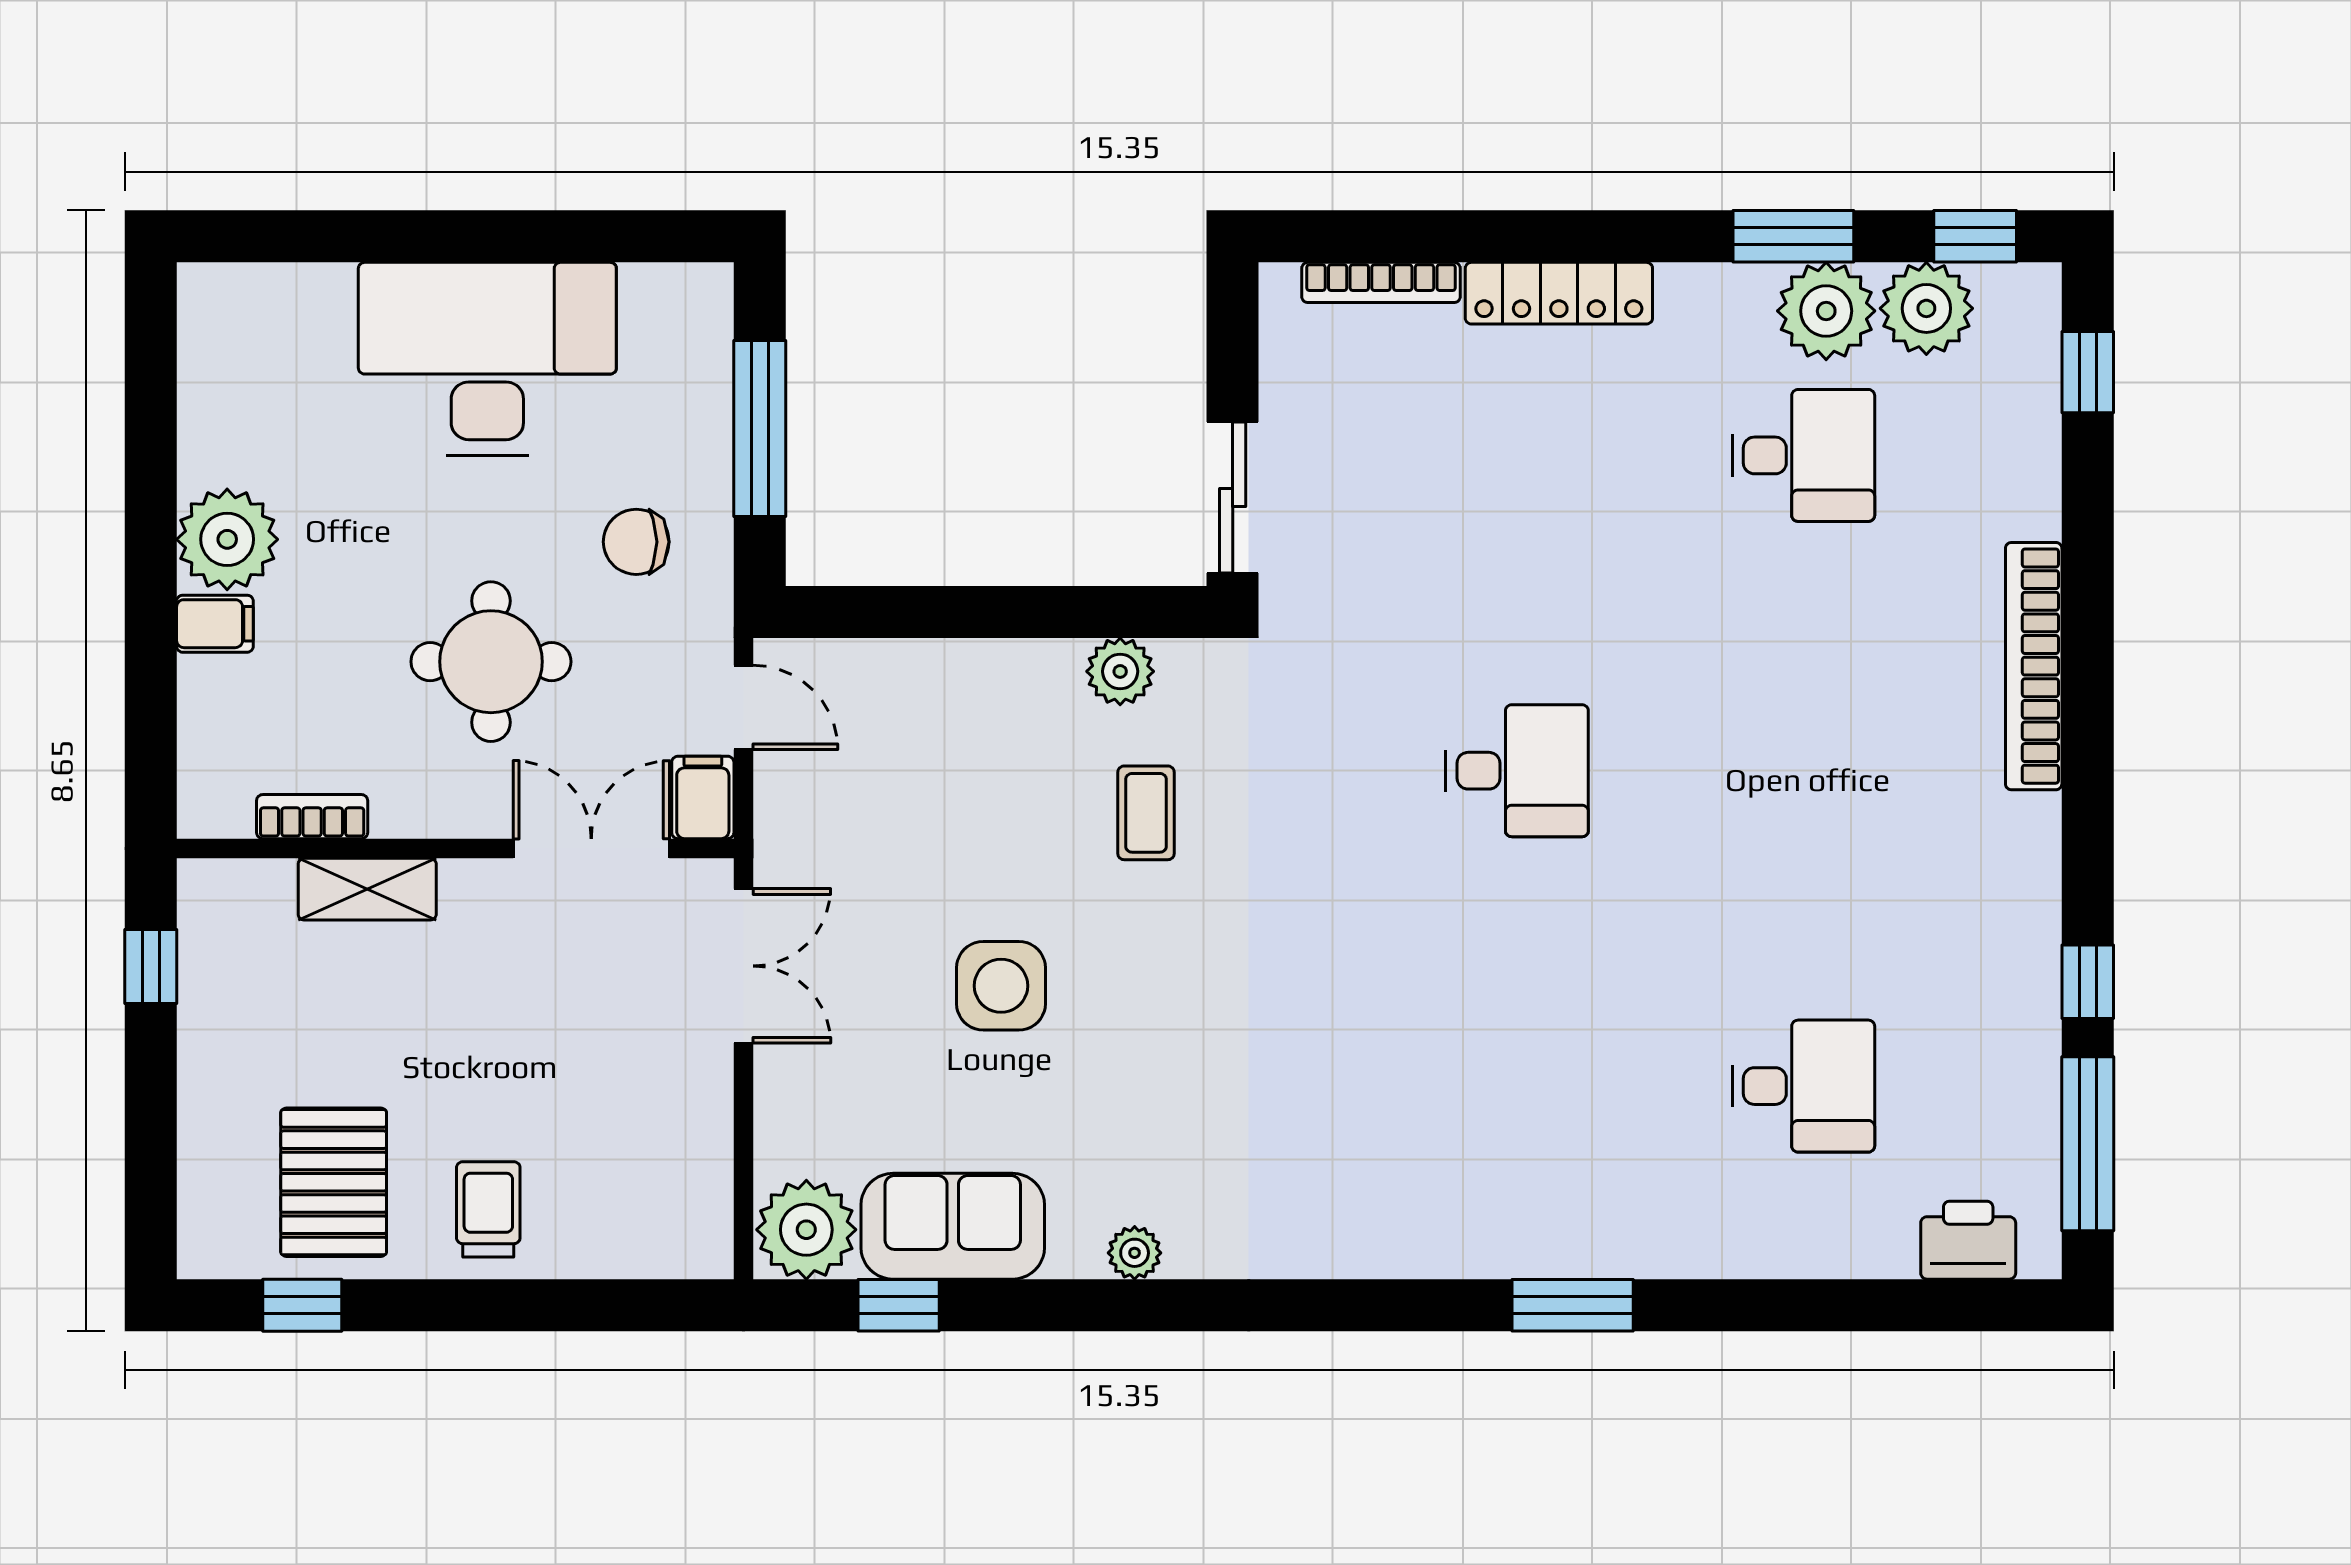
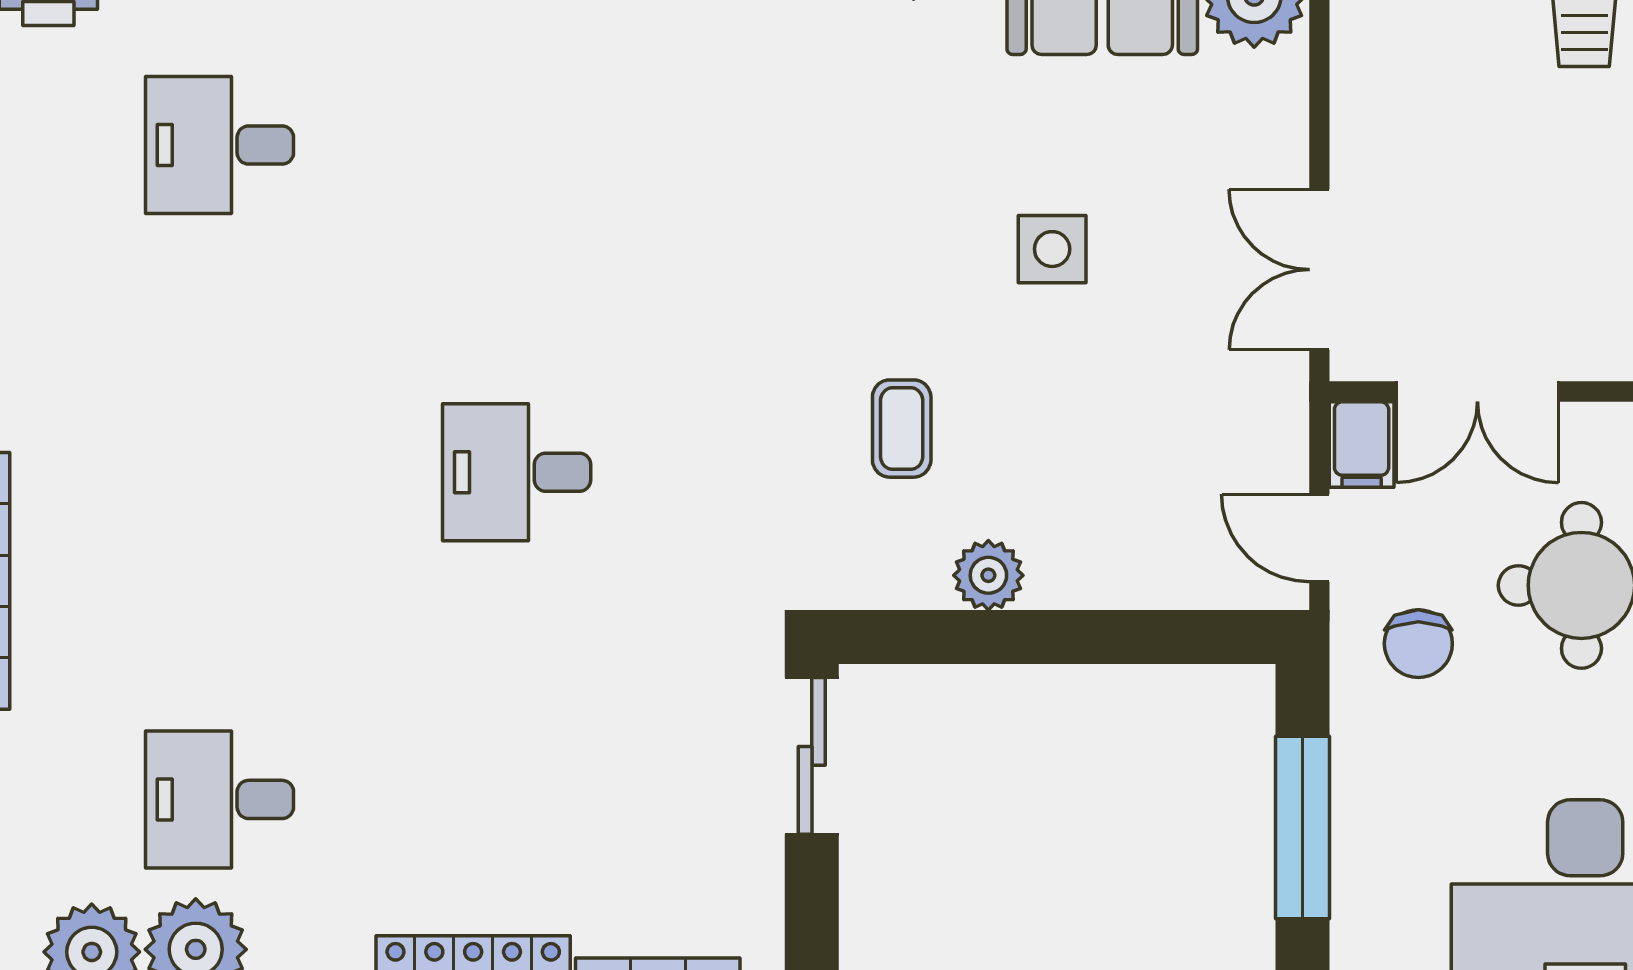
chair: (636, 542) -> (1418, 644), moved, turned 90
plant: (1120, 671) -> (988, 575), moved
side table: (1001, 986) -> (1052, 249), width x0.73, depth x0.73

